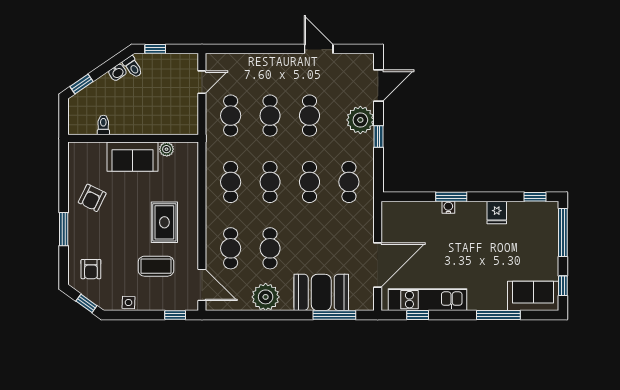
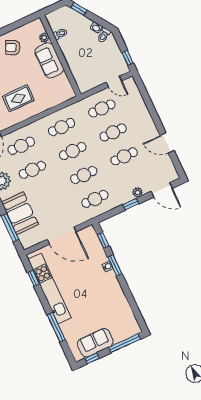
window: (155, 49) -> (128, 58), moved
door: (319, 49) -> (167, 143), swing flipped
plant: (360, 120) -> (138, 192), width x0.53, depth x0.53
plant: (167, 149) -> (44, 38), moved
window: (535, 197) -> (103, 240), moved
fridge: (497, 212) -> (118, 297), removed
door: (378, 265) -> (62, 236), moved
sofa: (533, 296) -> (95, 343), moved, turned -90
kitchen unit: (427, 300) -> (50, 289), width x1.36

